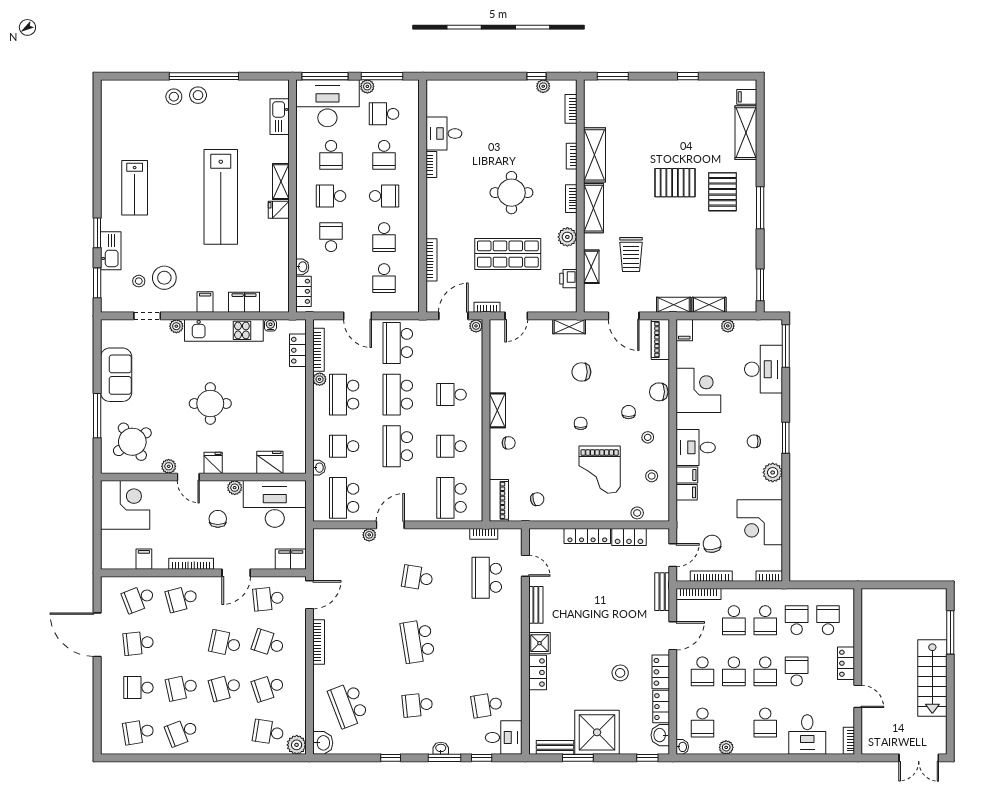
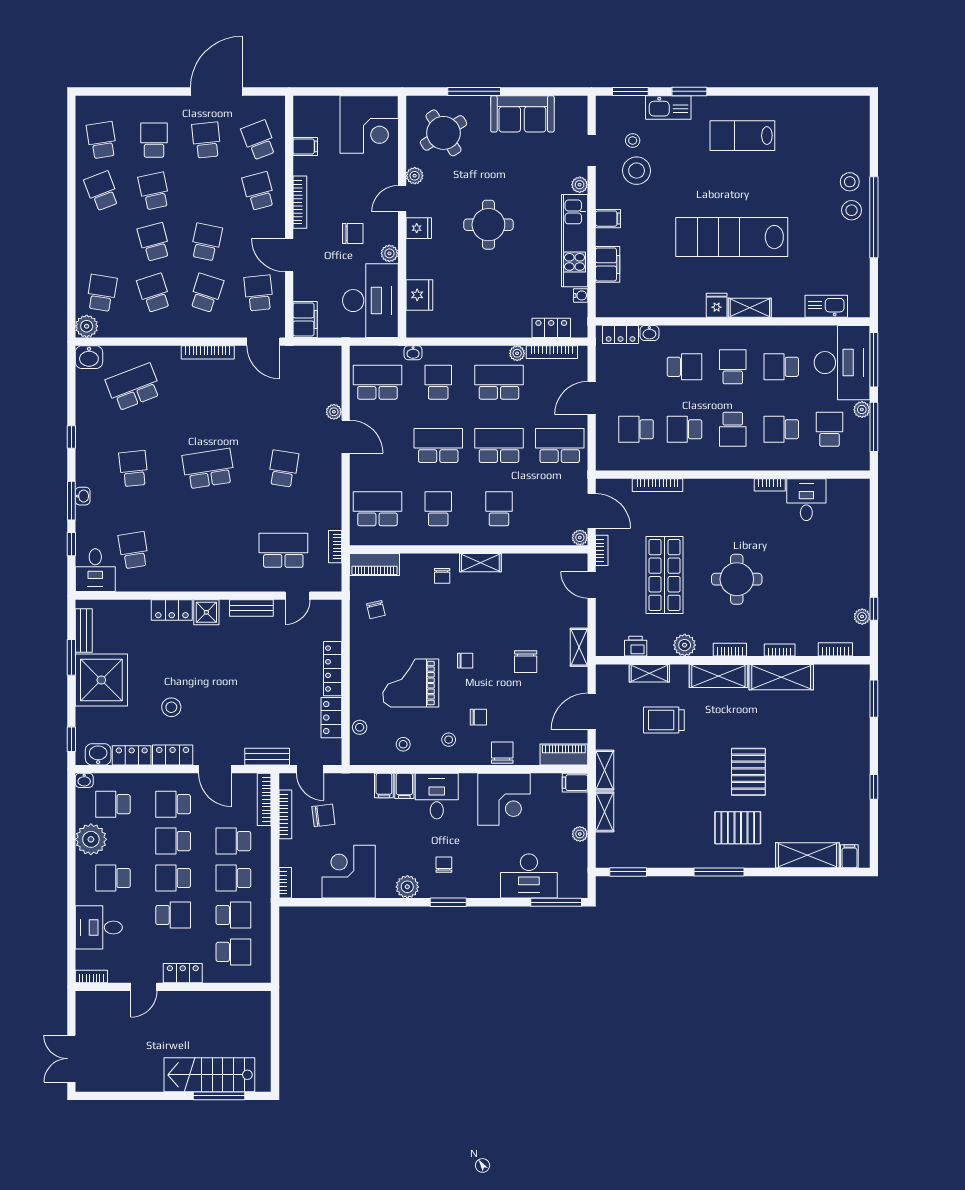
chair: (581, 372) -> (526, 662), turned 180
stairs: (932, 678) -> (209, 1075), moved
plant: (726, 747) -> (91, 839), width x1.88, depth x1.88

